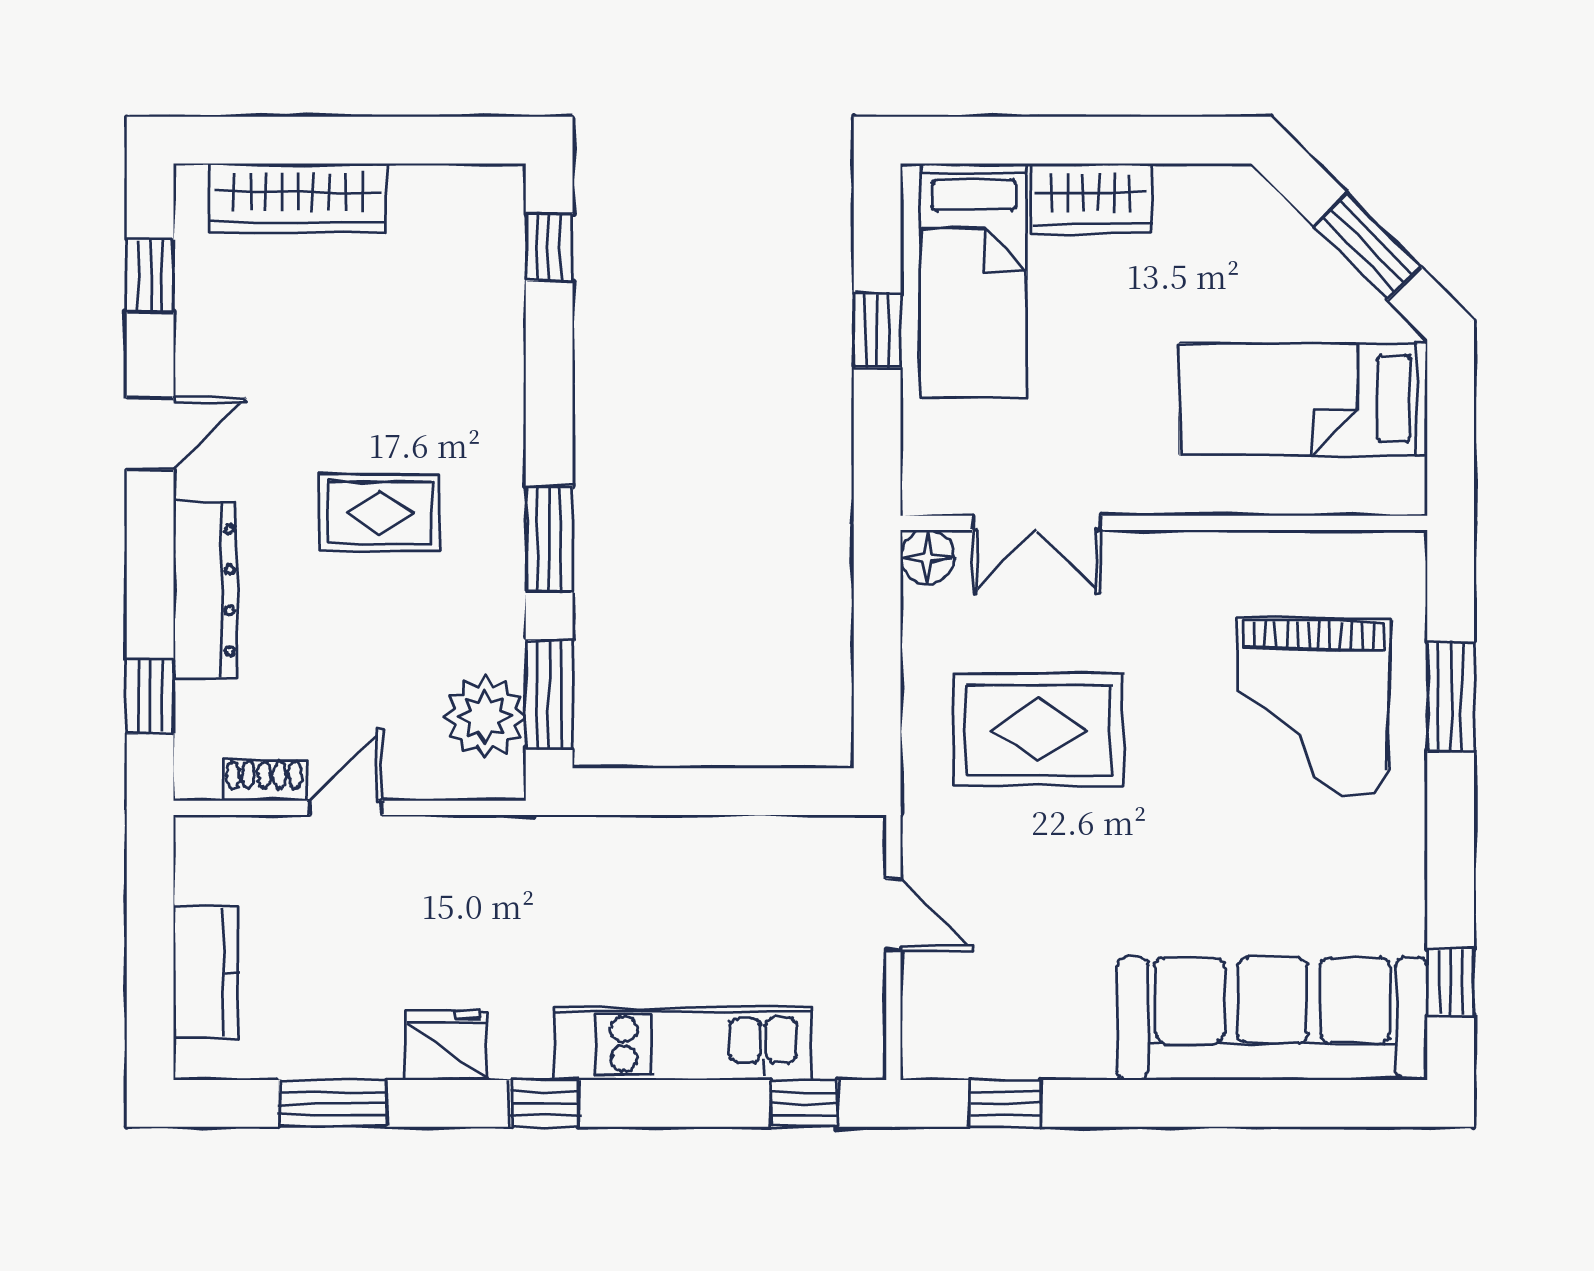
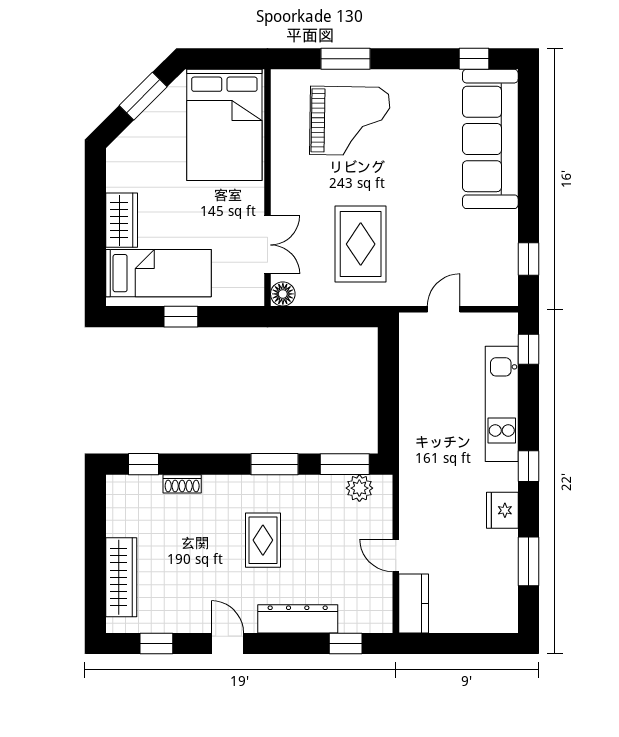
bed: (1304, 399) -> (224, 125), width x1.50
plant: (485, 717) -> (359, 488), width x0.73, depth x0.73
shoe rack: (264, 780) -> (182, 484), moved, turned -90
kitchen counter: (206, 973) -> (414, 604), moved, turned 90

